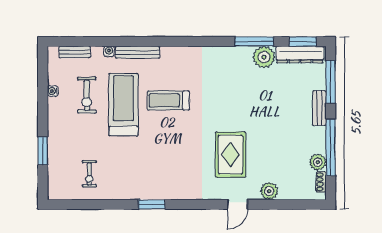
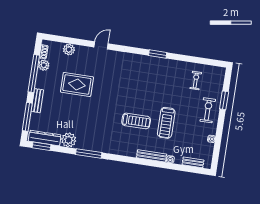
window: (254, 41) -> (89, 154), moved
exercise bike: (87, 95) -> (208, 110), moved
treadmill: (123, 105) -> (166, 123), width x0.73, depth x0.73
rug: (231, 155) -> (77, 84), moved, turned 90
plant: (269, 191) -> (69, 49), moved

